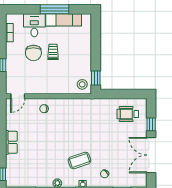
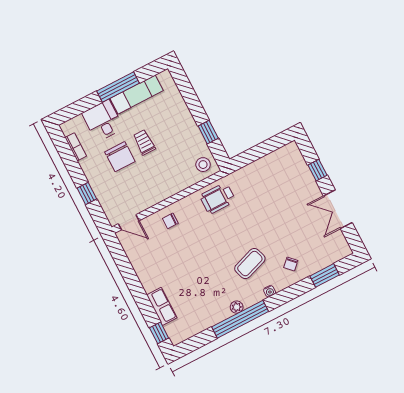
window: (96, 78) -> (208, 132), moved
door: (18, 96) -> (129, 222), hinge flipped
wheelchair: (128, 114) -> (218, 198), moved
row of seats: (11, 142) -> (162, 306), moved
double door: (151, 155) -> (338, 209), width x0.73

